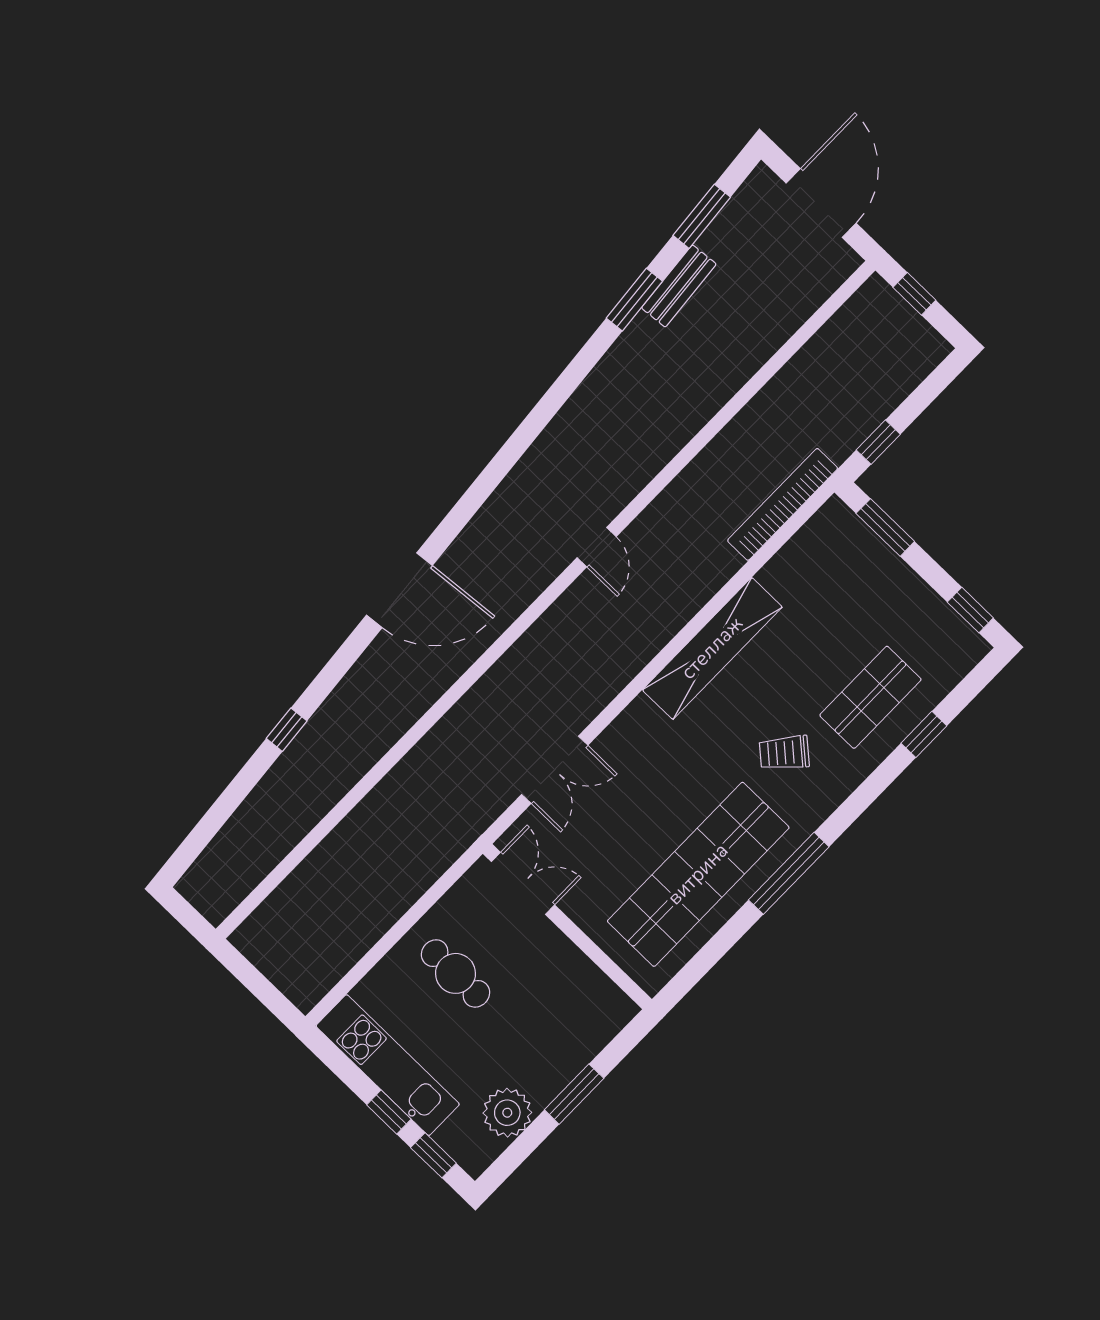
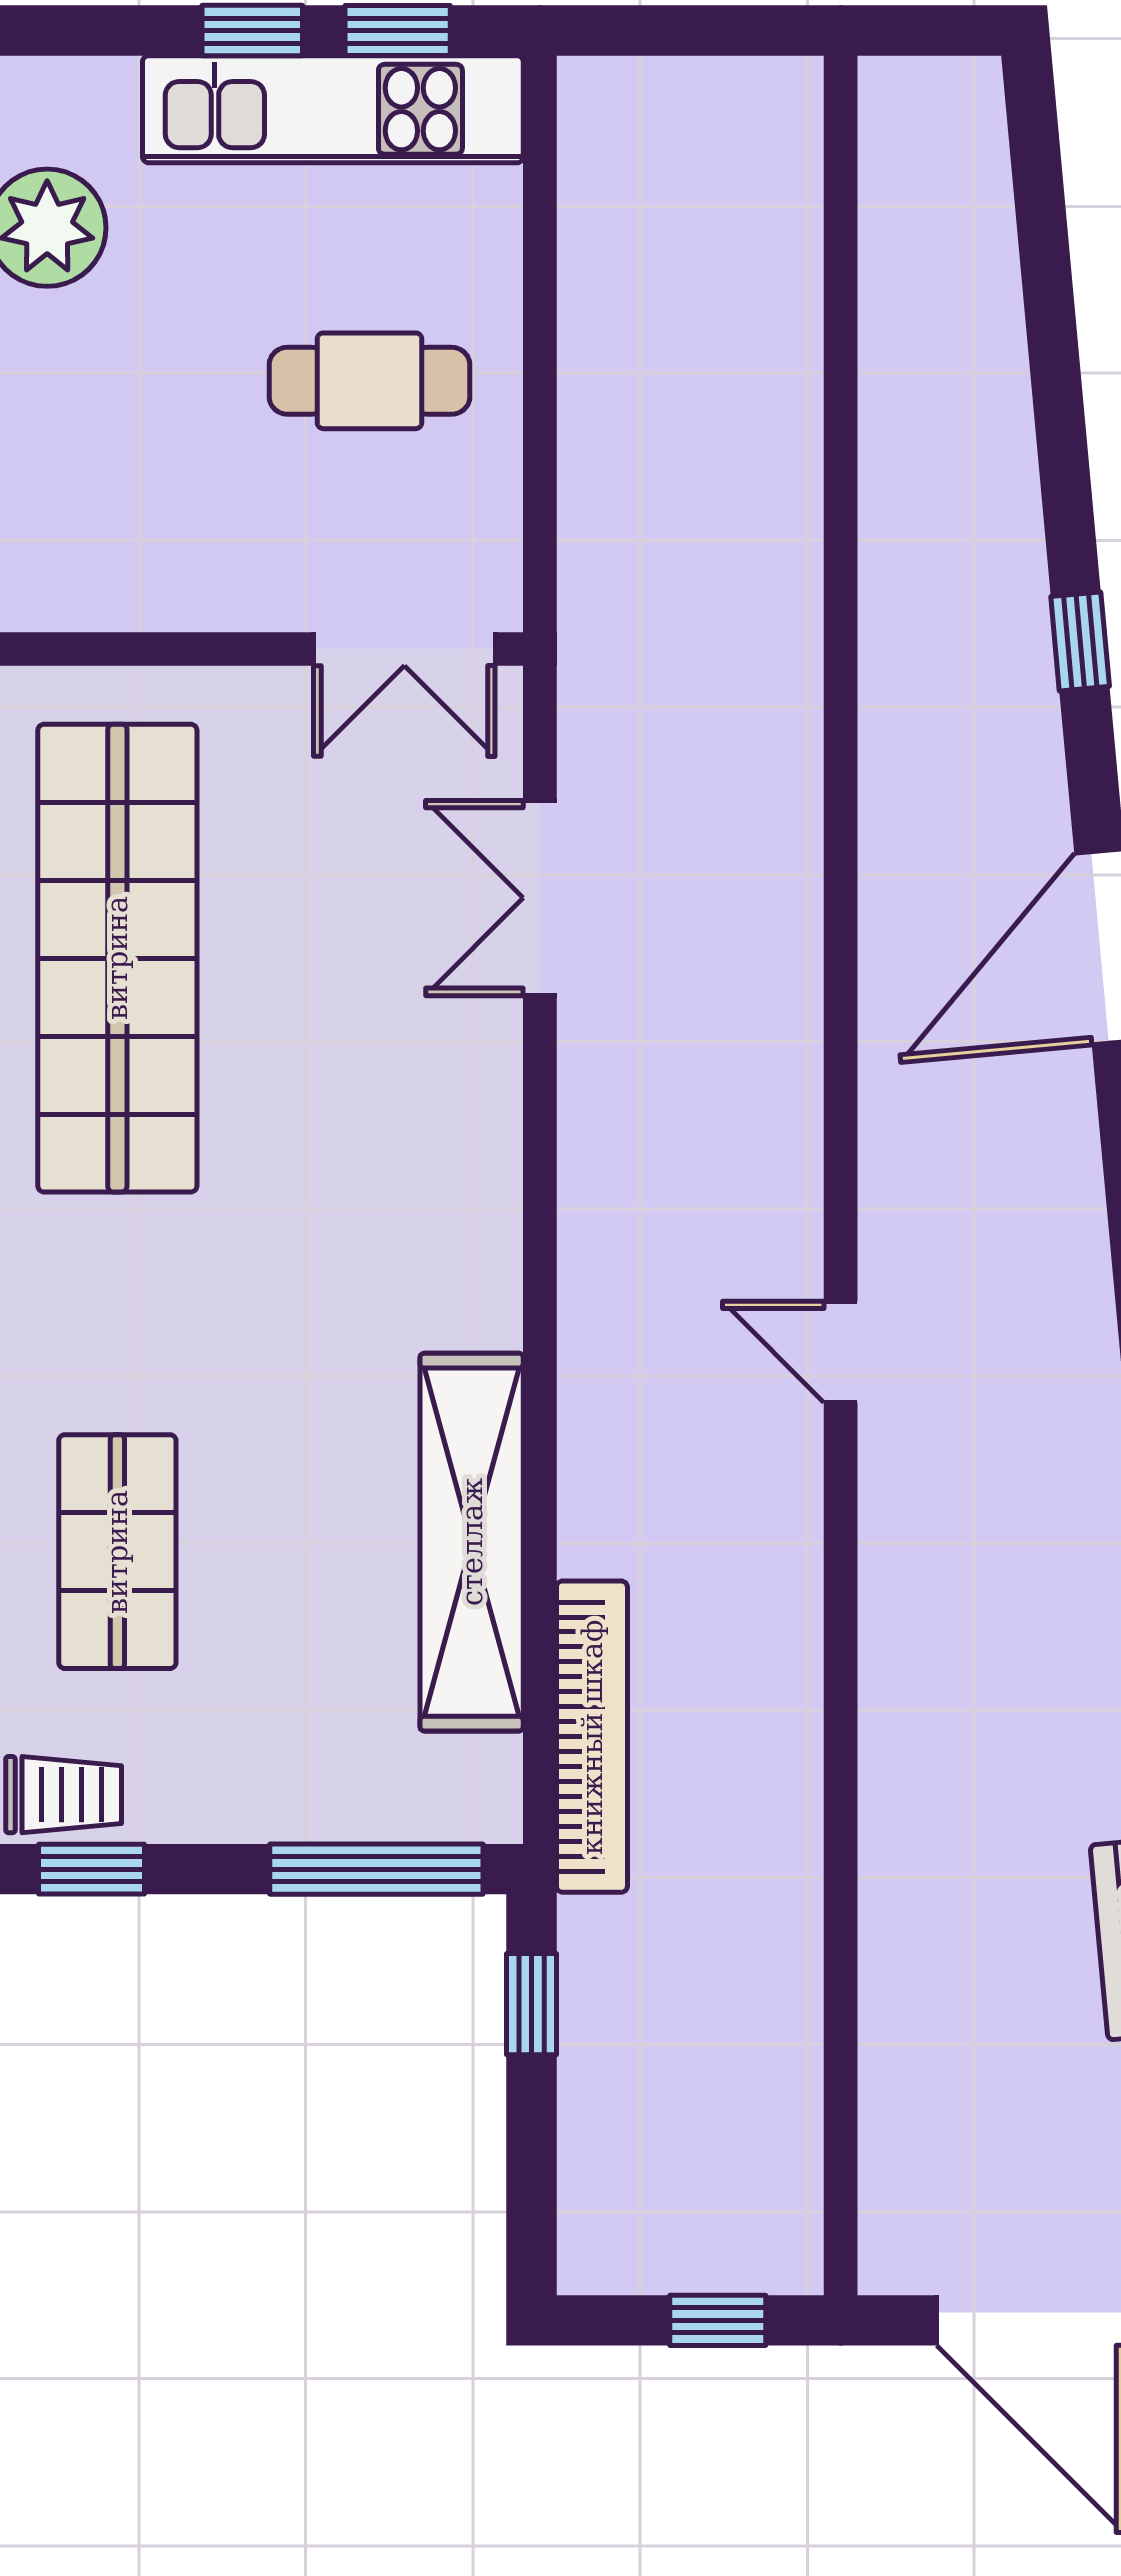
window: (885, 527) -> (376, 1869), width x1.44
shelving: (712, 648) -> (472, 1542), moved
window: (287, 730) -> (1080, 641), moved
trolley: (784, 753) -> (64, 1795), moved, turned 49
window: (433, 1155) -> (398, 31), moved

